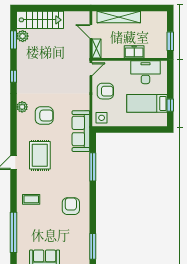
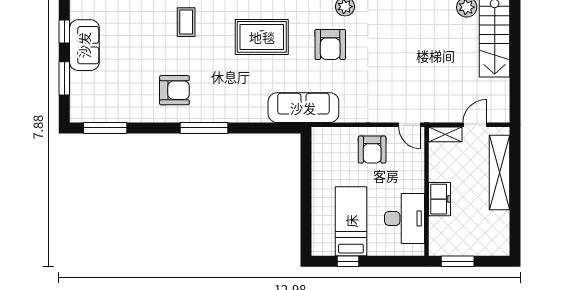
side table: (102, 118) -> (326, 143), removed
window: (93, 167) -> (204, 128), moved

